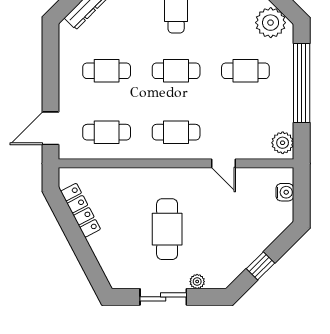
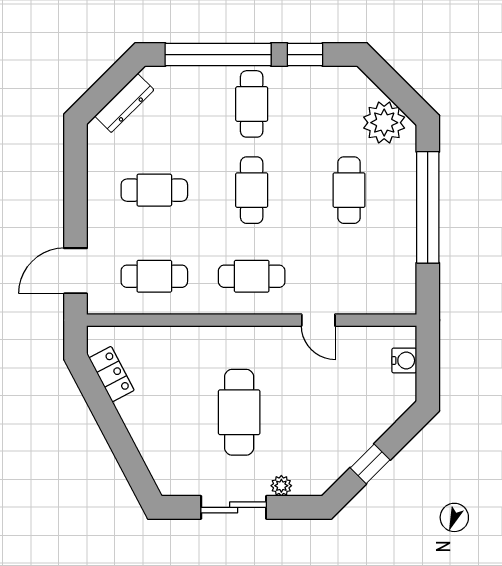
cafe table: (176, 71) -> (252, 190), turned 90
cafe table: (245, 71) -> (349, 190), turned 90
plant: (283, 143) -> (401, 291), removed
locker: (81, 210) -> (112, 374), width x0.66

